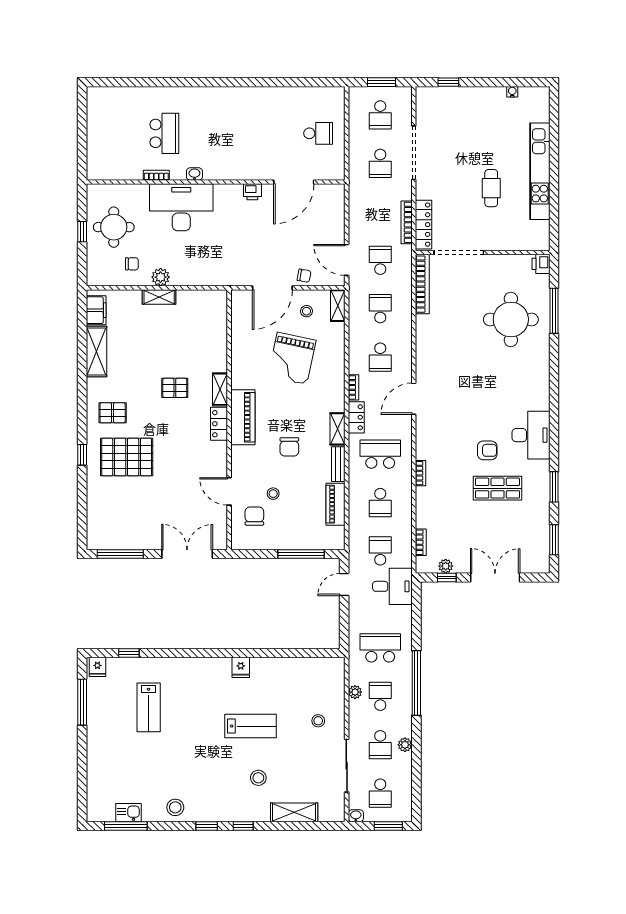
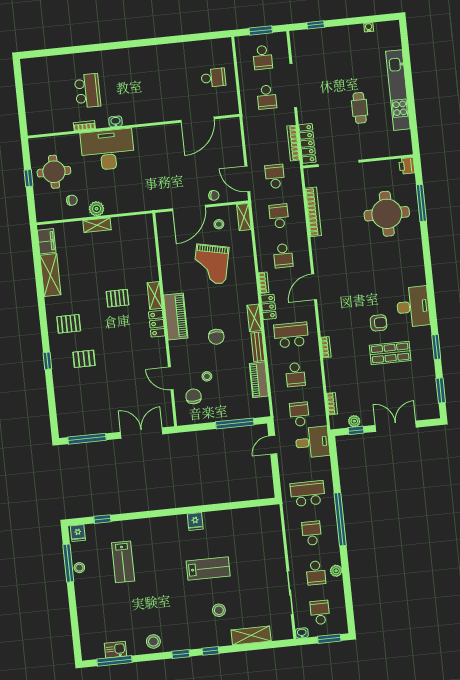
printer: (252, 192) -> (164, 131), removed
bookcase: (422, 284) -> (313, 212), moved
pallet: (127, 457) -> (84, 359), width x0.49, depth x0.50
plant: (355, 692) -> (291, 532), removed
stool: (318, 721) -> (79, 568), moved
school desk: (380, 793) -> (320, 612), turned 180

